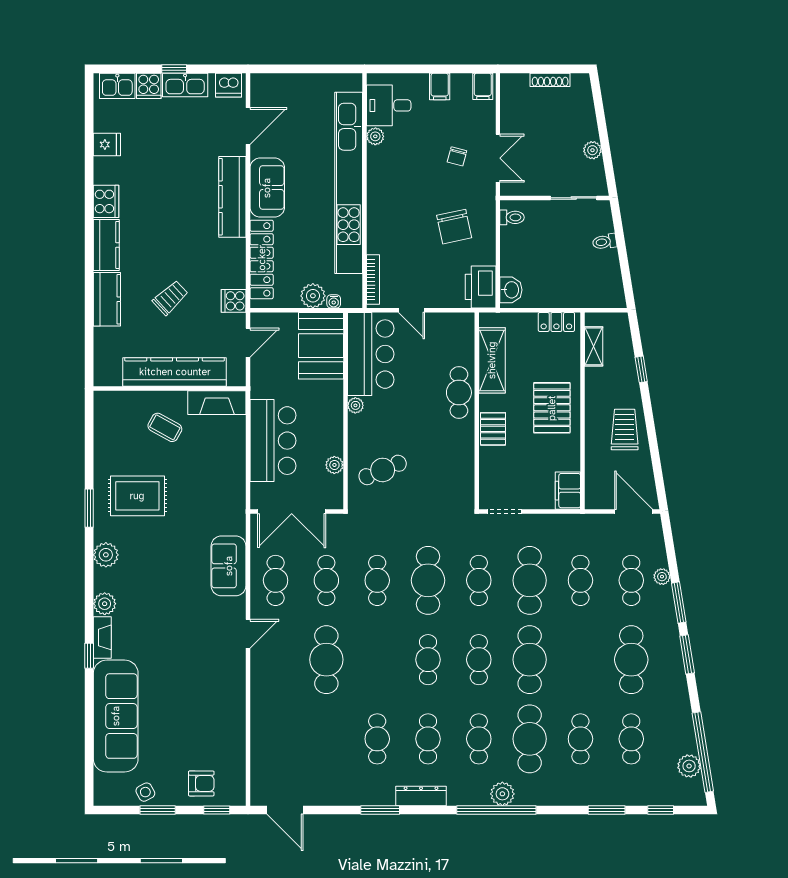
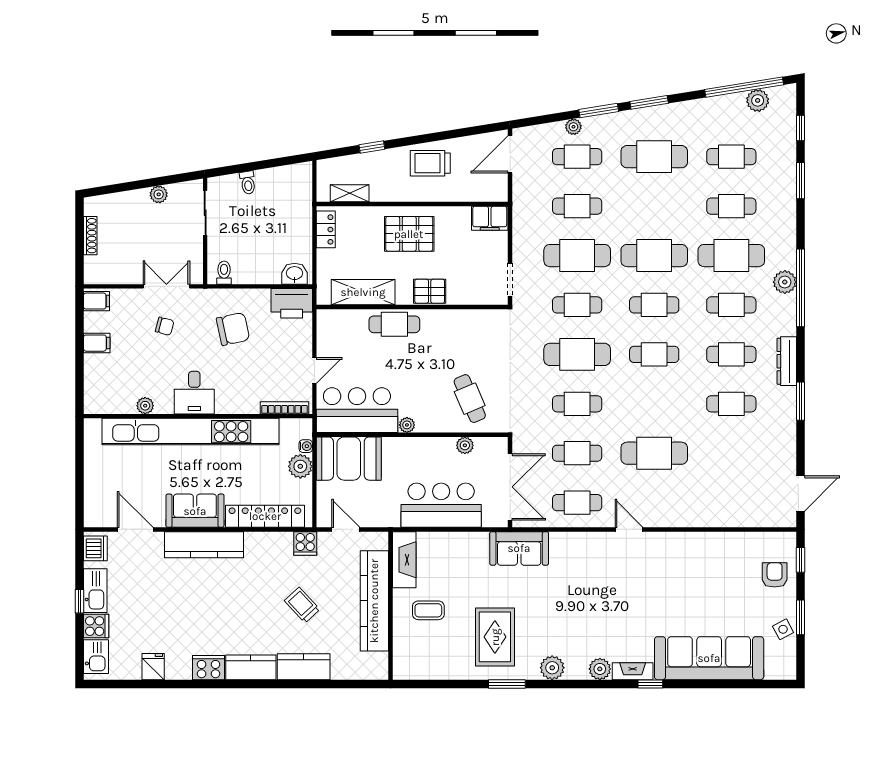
desk: (389, 105) -> (194, 393), moved
coffee table: (165, 427) -> (428, 610), turned 61
sofa: (229, 566) -> (519, 548), moved

